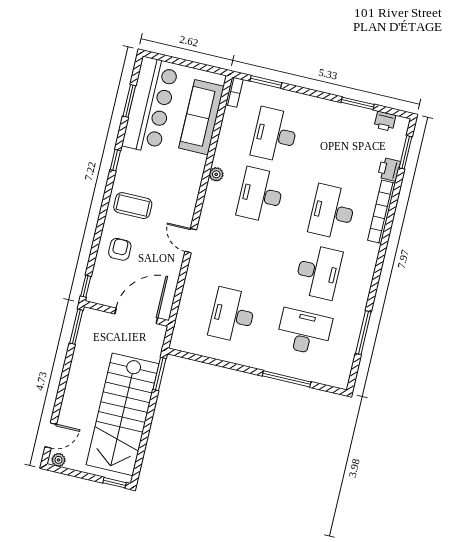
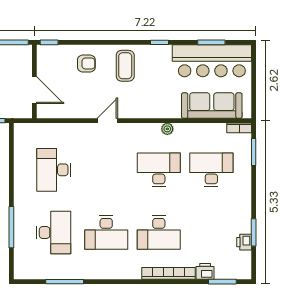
printer: (385, 121) -> (244, 242), moved
desk: (332, 212) -> (159, 232), turned 180
desk: (233, 315) -> (54, 170), turned -90
door: (136, 316) -> (34, 90), width x0.73

